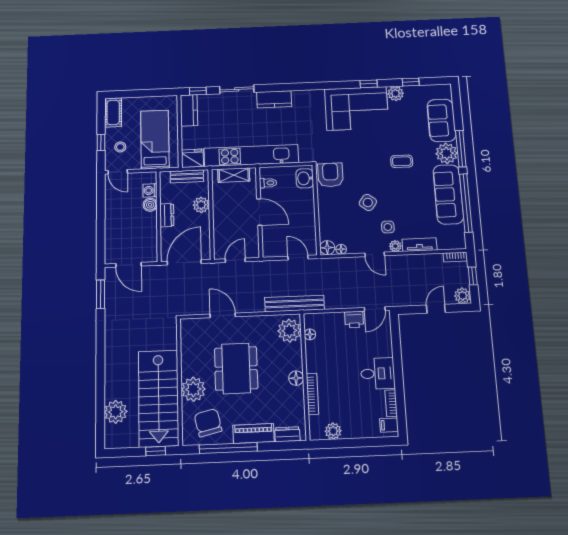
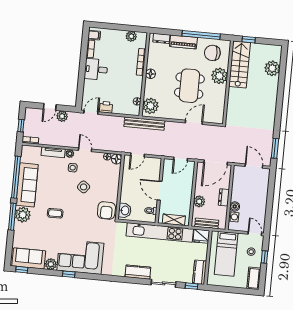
window: (411, 82) -> (22, 270), moved
sofa: (441, 120) -> (29, 258), moved, turned -90
door: (298, 258) -> (138, 155), hinge flipped
plant: (463, 296) -> (62, 116), moved
door: (223, 315) -> (194, 122), swing flipped
stairs: (158, 398) -> (240, 64), width x0.73, depth x0.66
chair: (208, 423) -> (212, 53), turned 103

